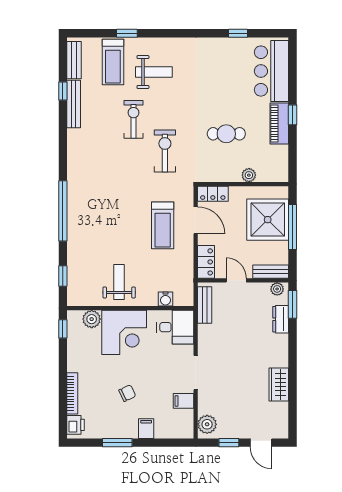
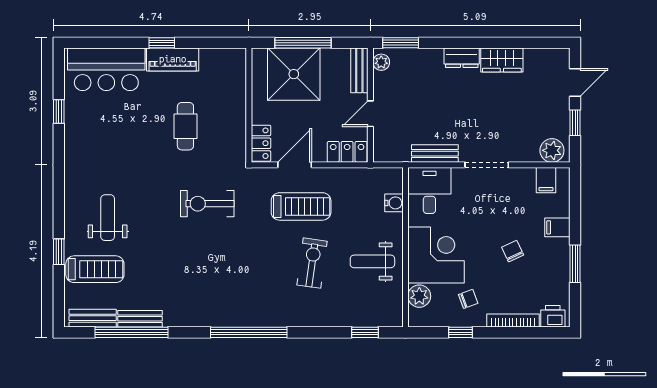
window: (63, 91) -> (132, 332), width x3.17
bench: (74, 104) -> (140, 319), width x0.73
exercise bike: (134, 119) -> (312, 263), moved, turned 98
plant: (249, 175) -> (238, 98), removed
window: (63, 211) -> (249, 332), moved
bench: (205, 305) -> (435, 154), moved
dresser: (281, 319) -> (462, 58), moved
window: (63, 329) -> (461, 332), moved
chair: (89, 358) -> (468, 299), added
filing cabinet: (184, 401) -> (546, 180), moved

